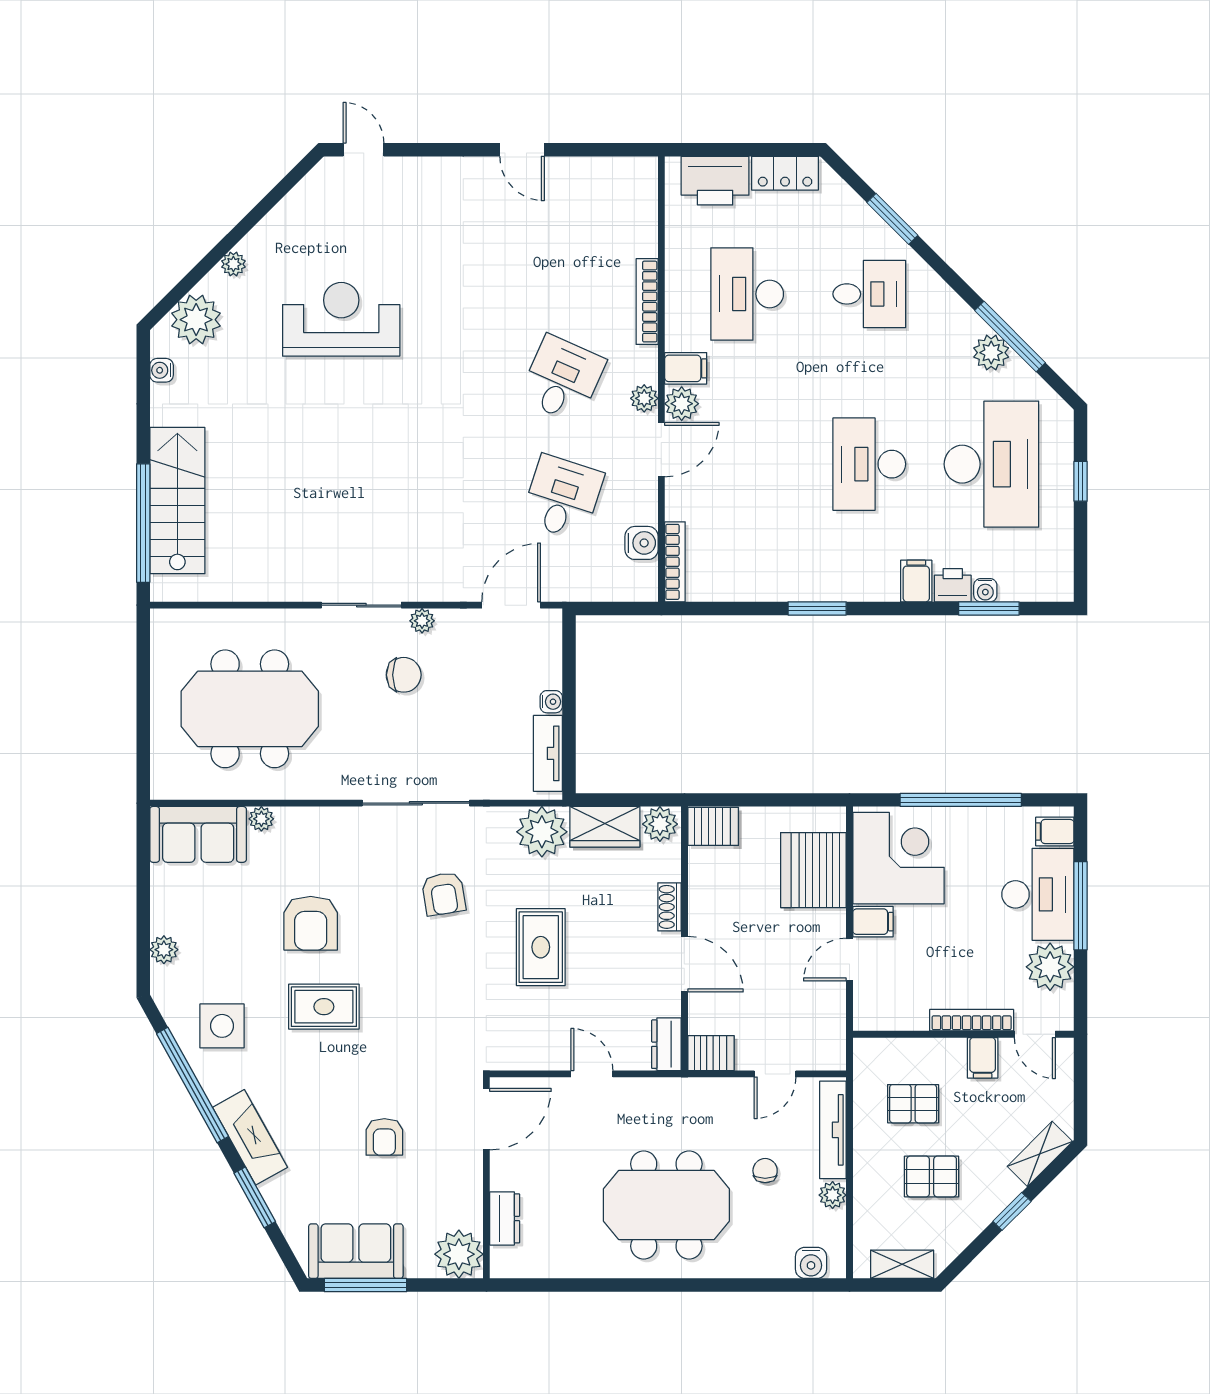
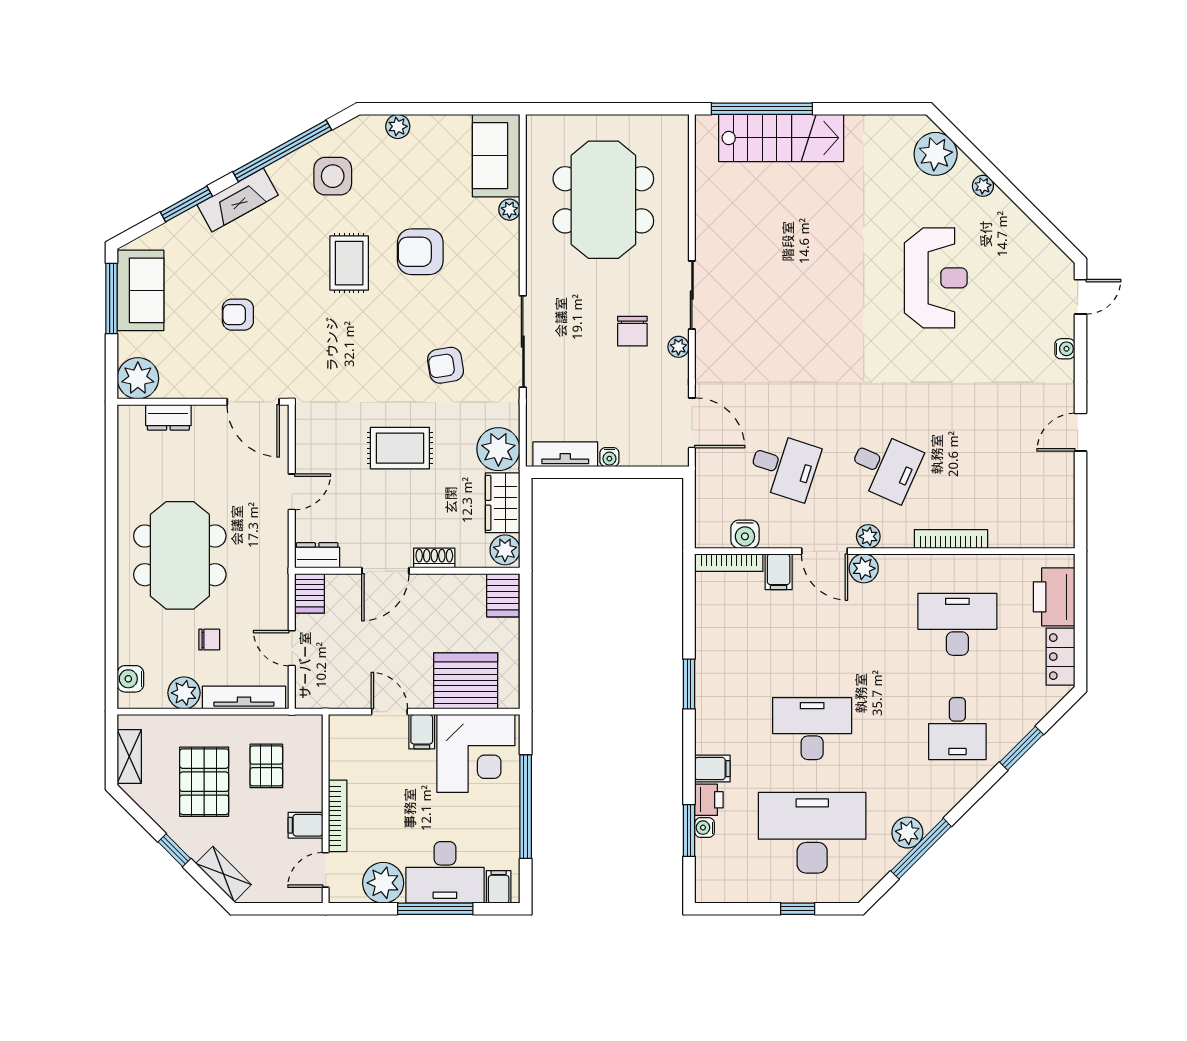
filing cabinet: (686, 368) -> (779, 572), moved
water cooler: (162, 370) -> (1065, 349), moved, turned 90
desk: (991, 464) -> (812, 833), turned 180
pallet: (932, 1177) -> (204, 782), width x1.50, depth x1.42
plant: (833, 1195) -> (184, 693), width x1.38, depth x1.38

